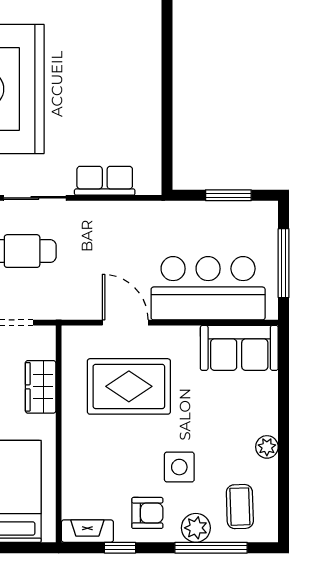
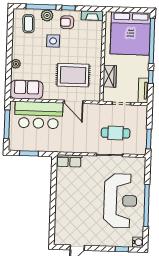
row of seats: (105, 181) -> (69, 161), moved
plant: (267, 447) -> (16, 64), moved
window: (120, 548) -> (68, 8), moved

